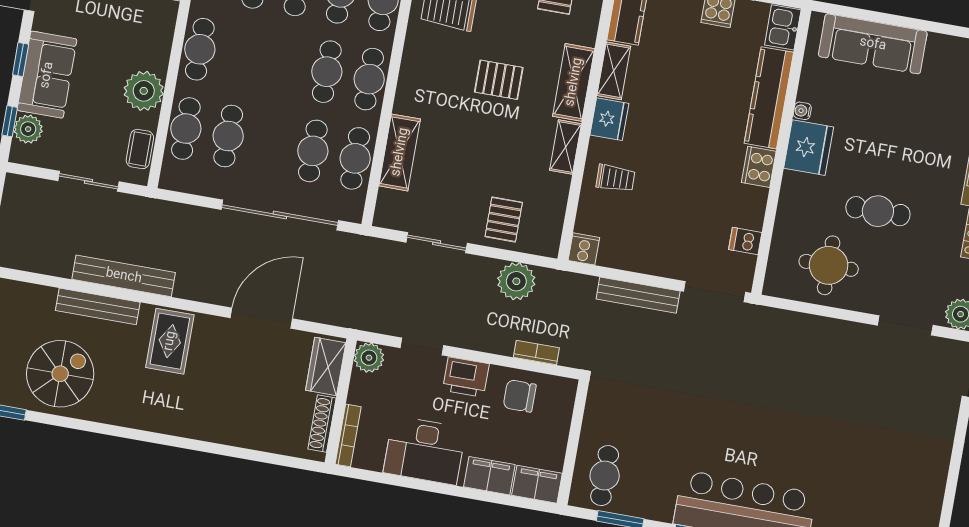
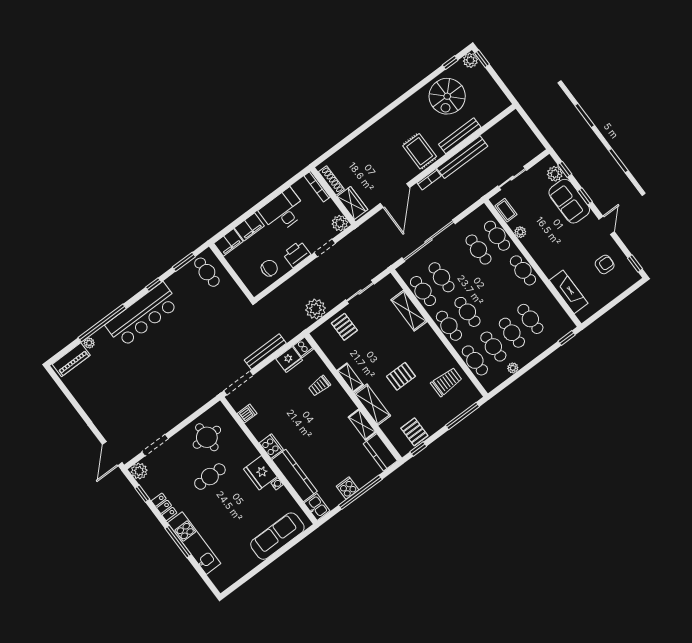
plant: (144, 91) -> (520, 232), width x0.53, depth x0.53
fridge: (609, 119) -> (289, 359), moved, turned -90
bookcase: (536, 353) -> (429, 179), moved

